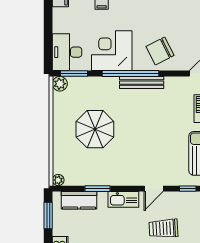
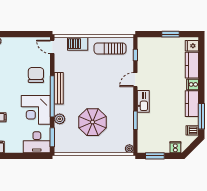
chair: (160, 51) -> (36, 75), turned -153
plant: (60, 84) -> (60, 119), moved
door: (154, 189) -> (135, 80), swing flipped
kitchen counter: (79, 200) -> (144, 134), removed
trolley: (163, 228) -> (164, 73), removed

